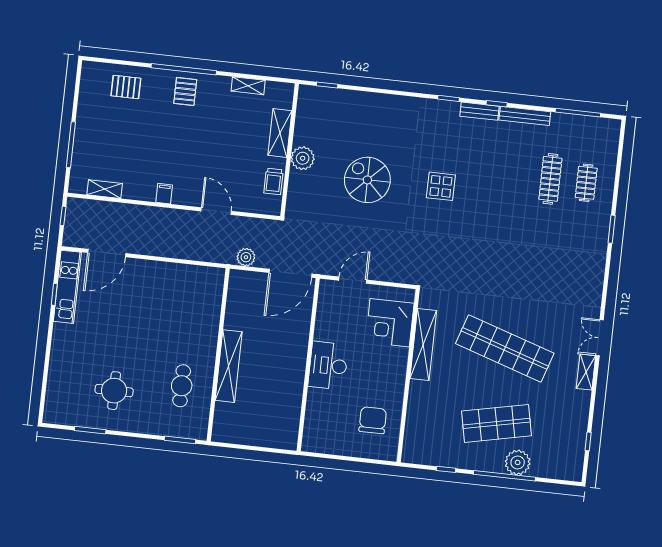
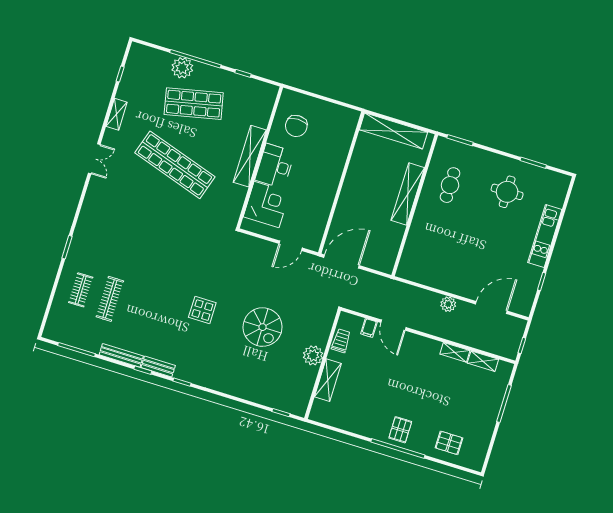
shelving: (248, 86) -> (455, 352), moved
filing cabinet: (164, 194) -> (369, 328), moved
plant: (246, 257) -> (448, 304), moved
kitchen unit: (67, 287) -> (545, 236), moved
shelving: (423, 344) -> (250, 156), moved
desk: (328, 366) -> (275, 166), moved, turned 180
shelving: (586, 372) -> (117, 114), moved
shelving: (259, 436) -> (394, 131), added

